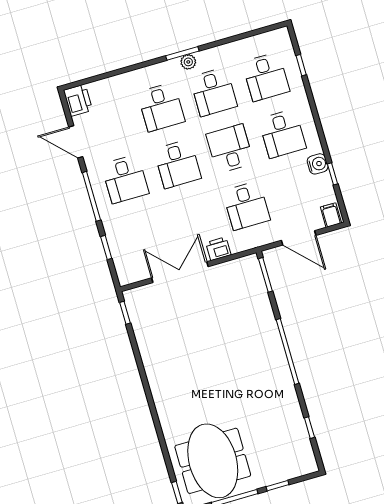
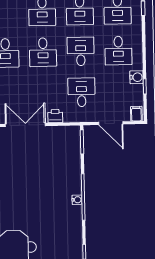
desk: (246, 205) -> (82, 92), turned 180
water cooler: (280, 358) -> (77, 200), added

